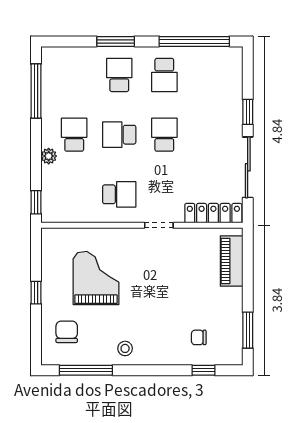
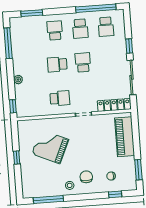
window: (116, 41) -> (32, 13), moved
school desk: (74, 135) -> (106, 27), moved, turned 180
piano: (232, 261) -> (125, 137), width x1.37, depth x1.33
grand piano: (96, 278) -> (50, 147), turned -66
chair: (67, 332) -> (86, 177), moved

